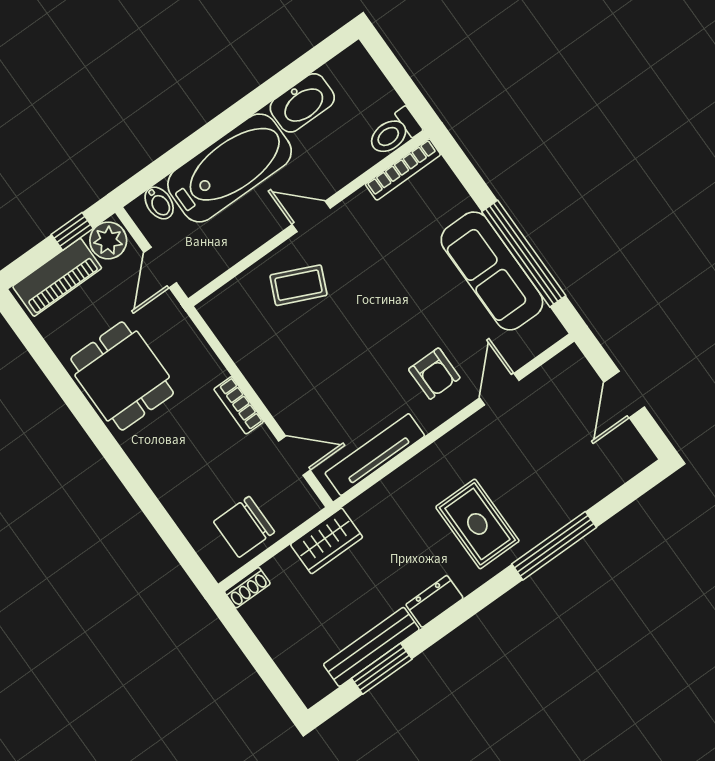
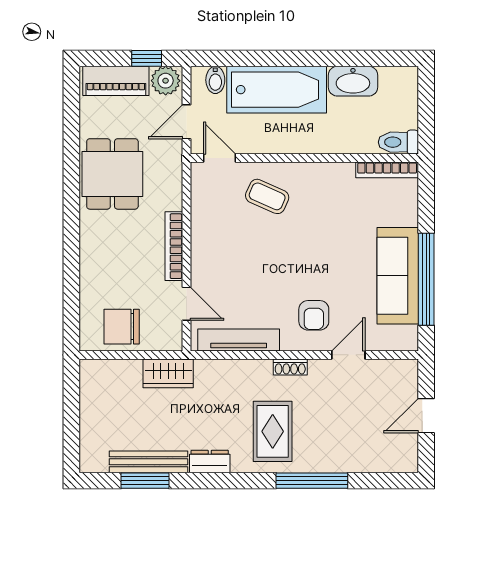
door: (311, 216) -> (219, 158), moved
bookcase: (239, 405) -> (174, 246), width x1.56
shoe rack: (247, 588) -> (290, 367), moved

